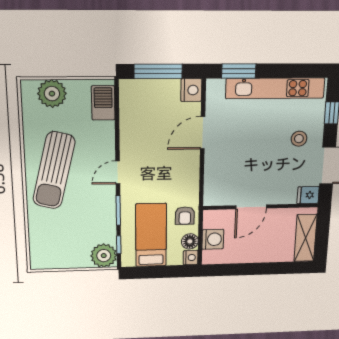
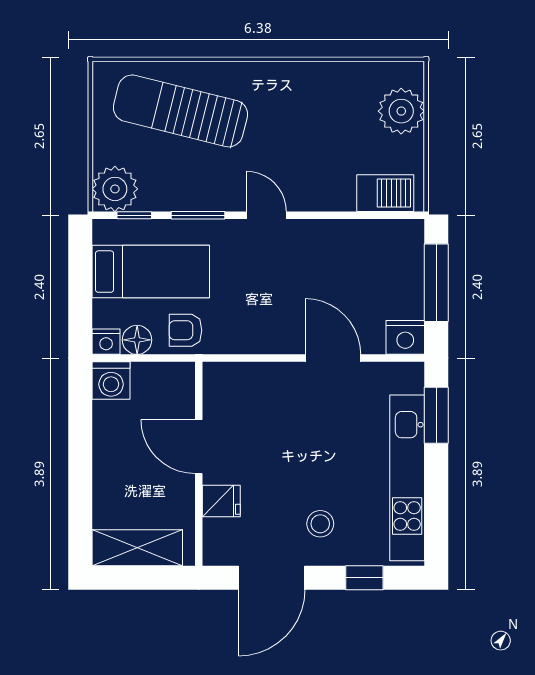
sun lounger: (54, 170) -> (180, 111), moved
fridge: (308, 195) -> (221, 501), moved, turned 90
washing machine: (213, 239) -> (111, 380), moved

